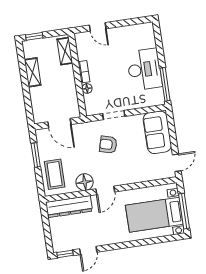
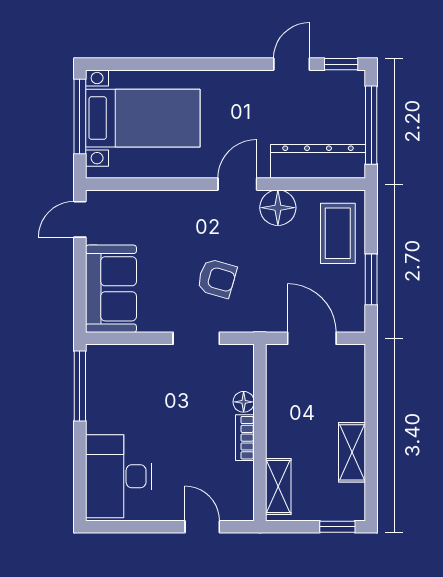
desk: (144, 69) -> (118, 476), moved
window: (47, 227) -> (371, 125), added

